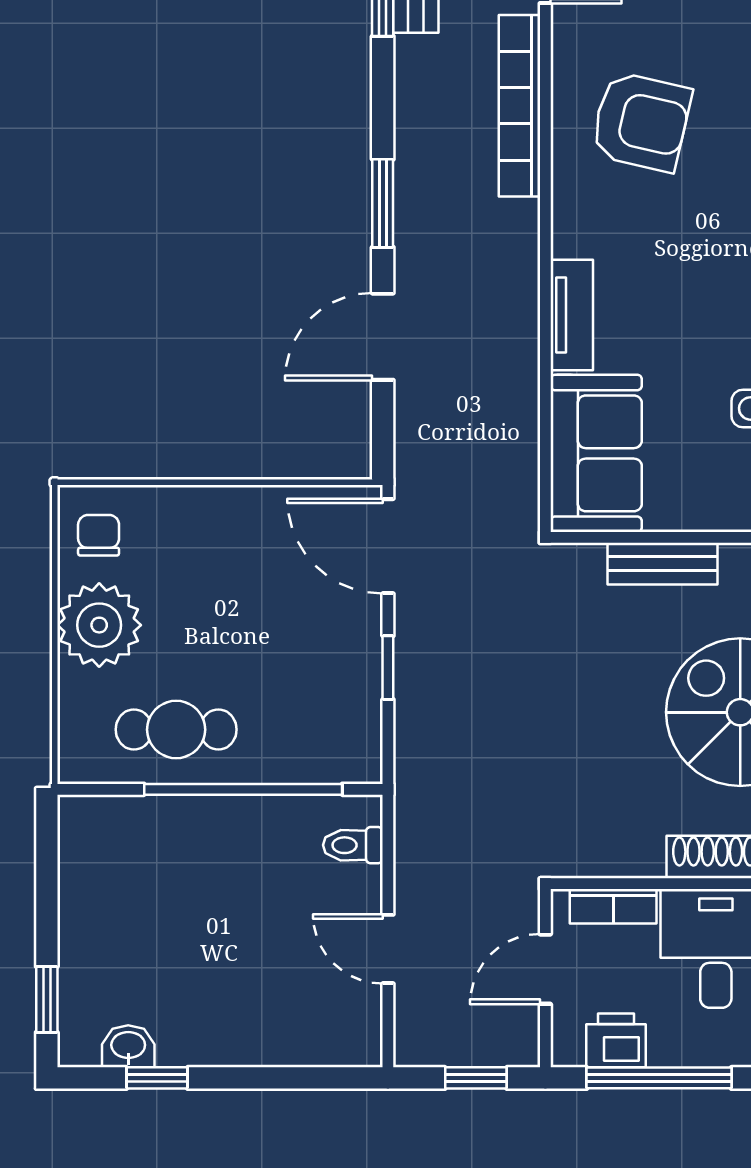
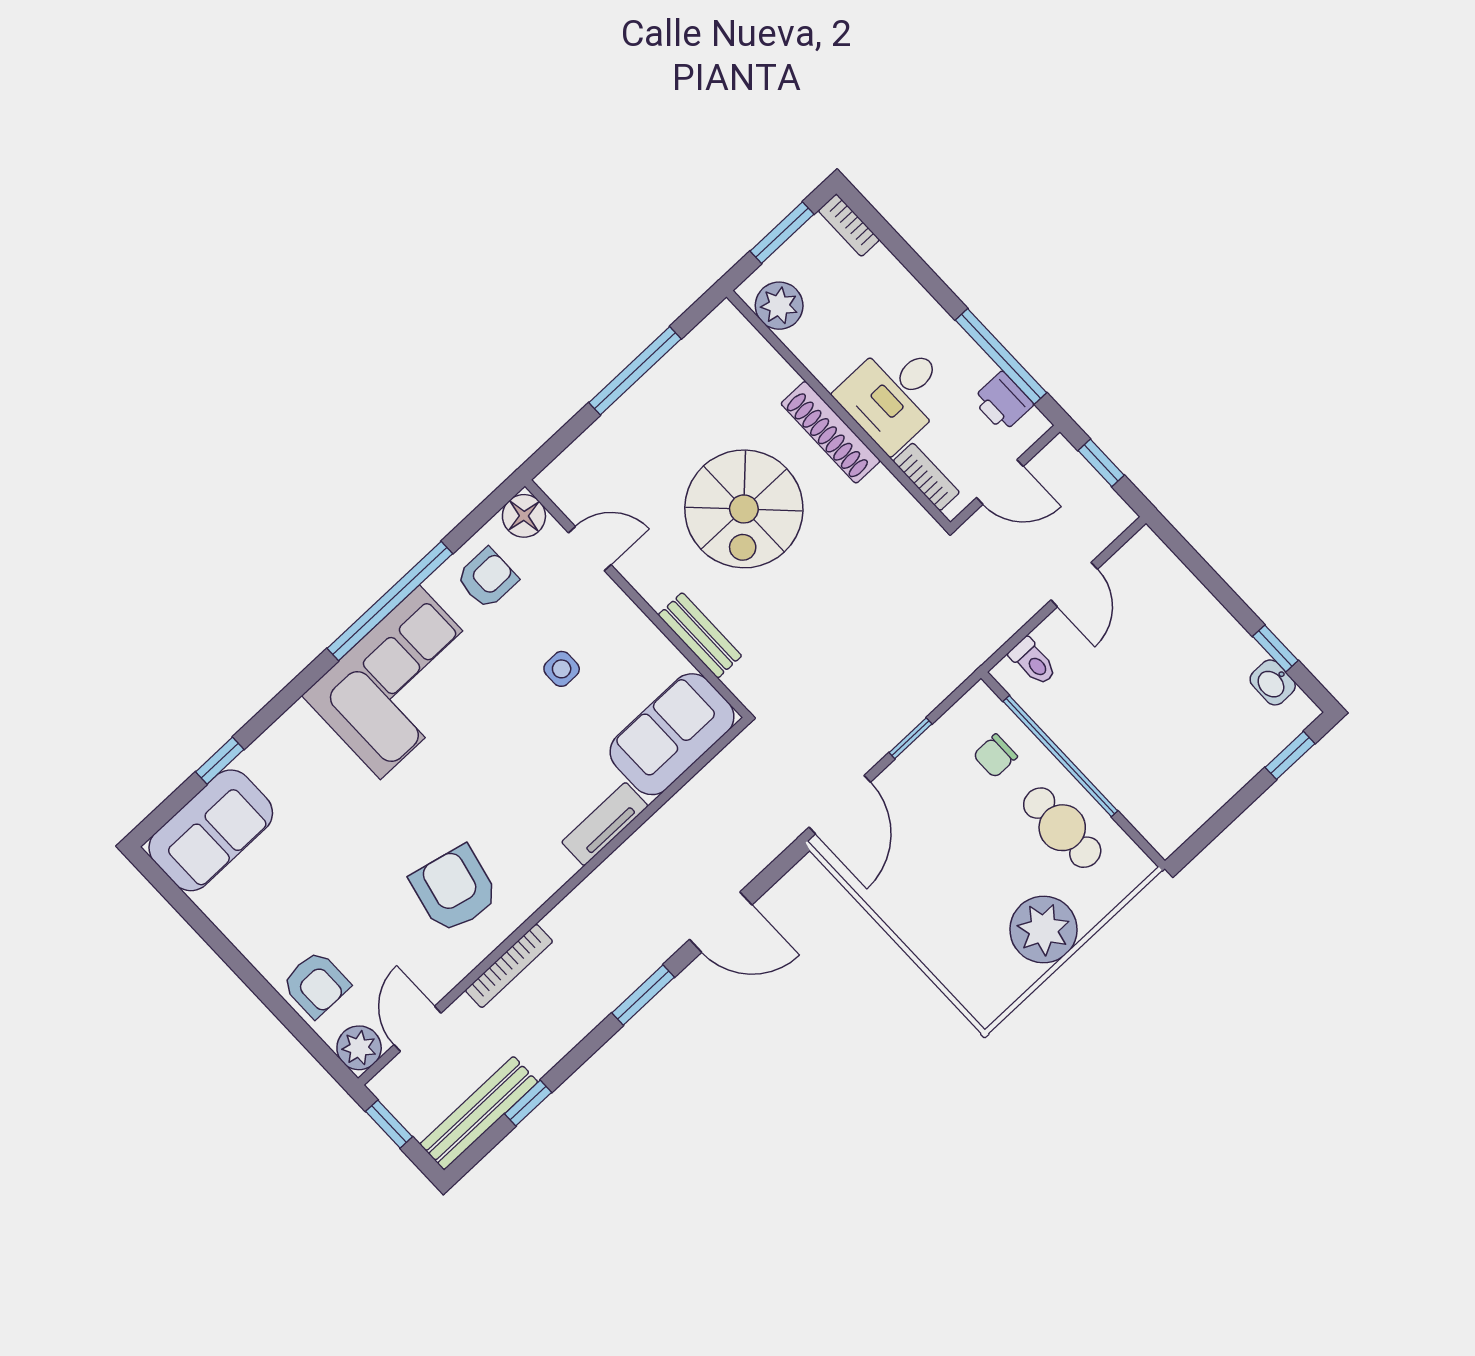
bookcase: (519, 106) -> (509, 966), width x0.68, depth x0.76
chair: (99, 535) -> (995, 756), moved

